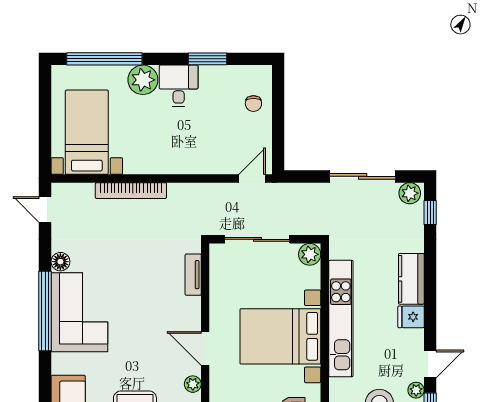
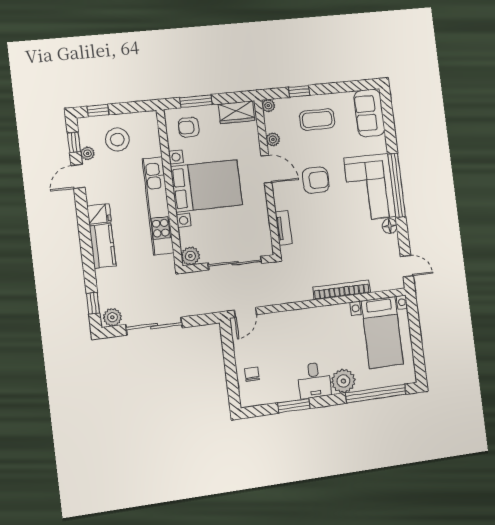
armchair: (146, 328) -> (316, 180), added

